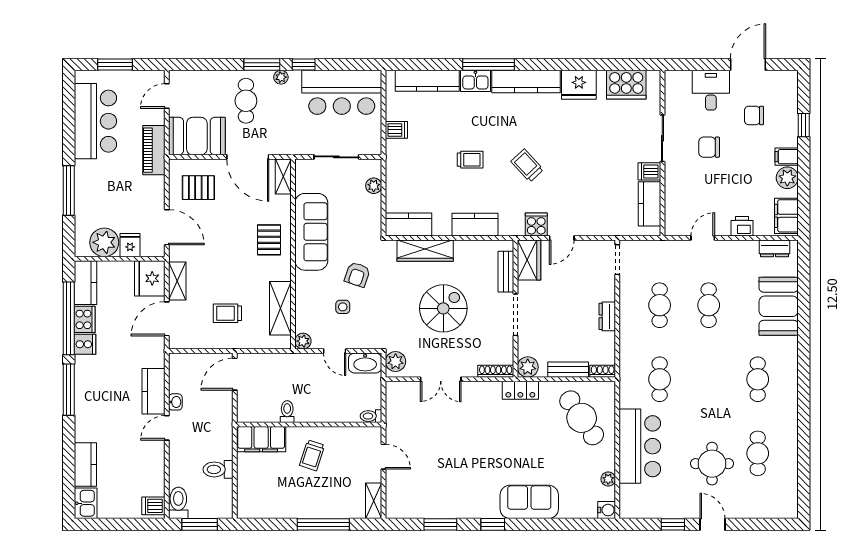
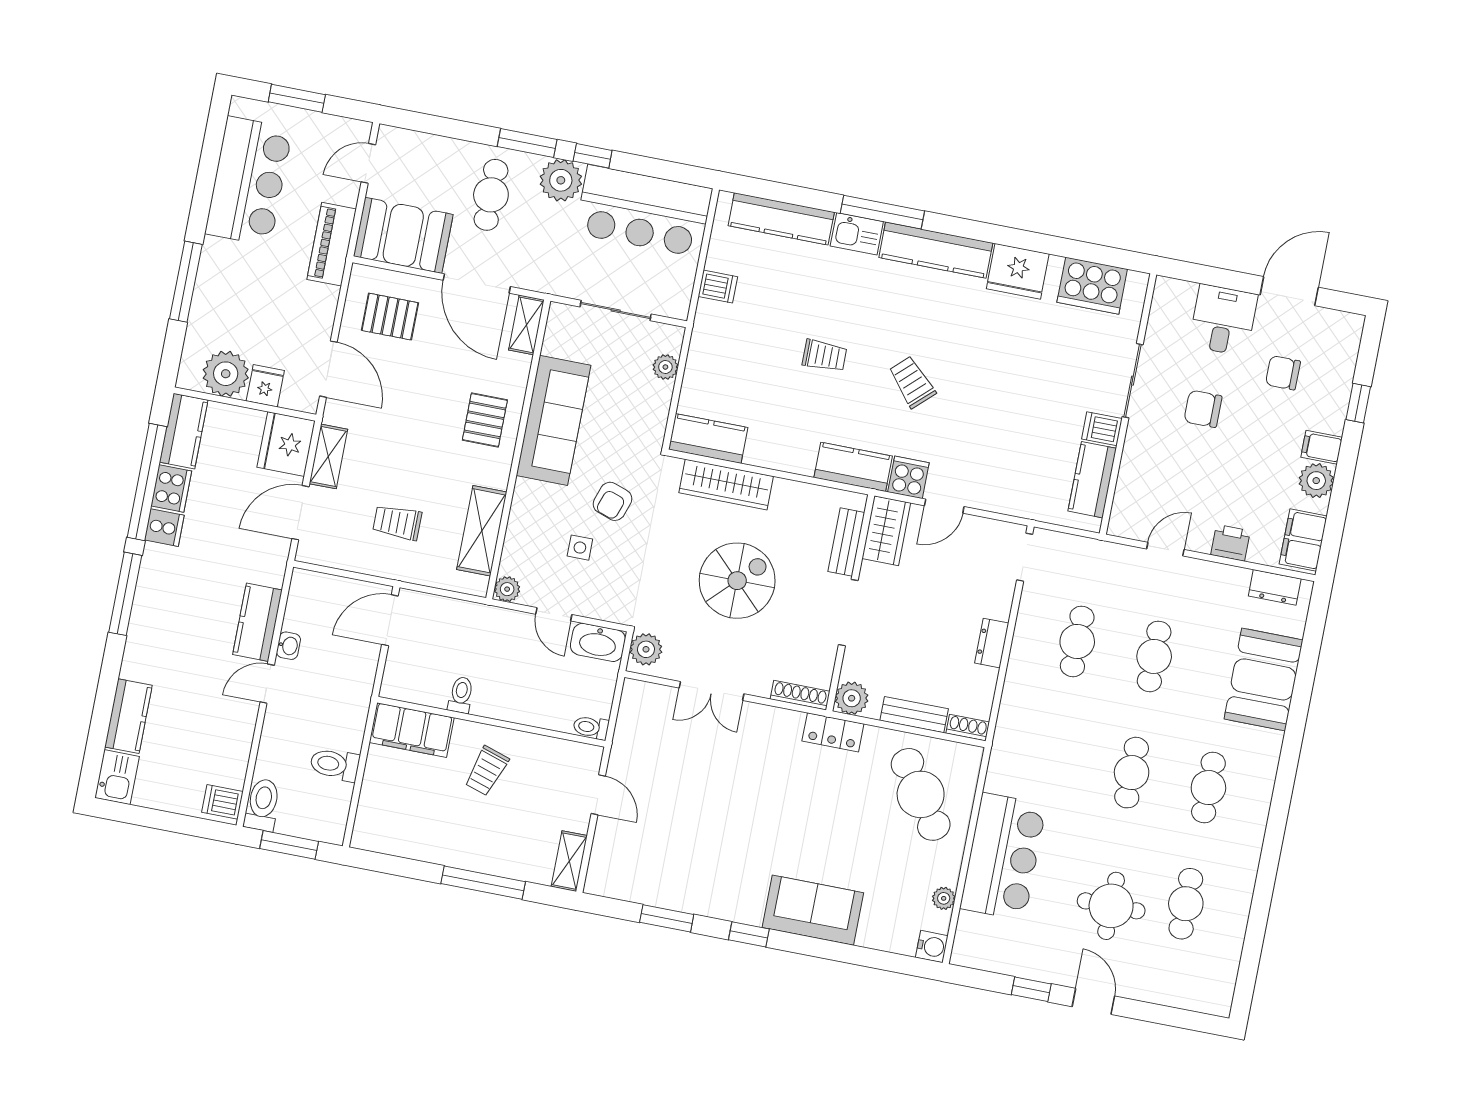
plant: (281, 77) -> (561, 180), width x1.88, depth x1.88
kitchen counter: (475, 225) -> (853, 467), moved
cafe table: (660, 379) -> (1132, 773), moved

